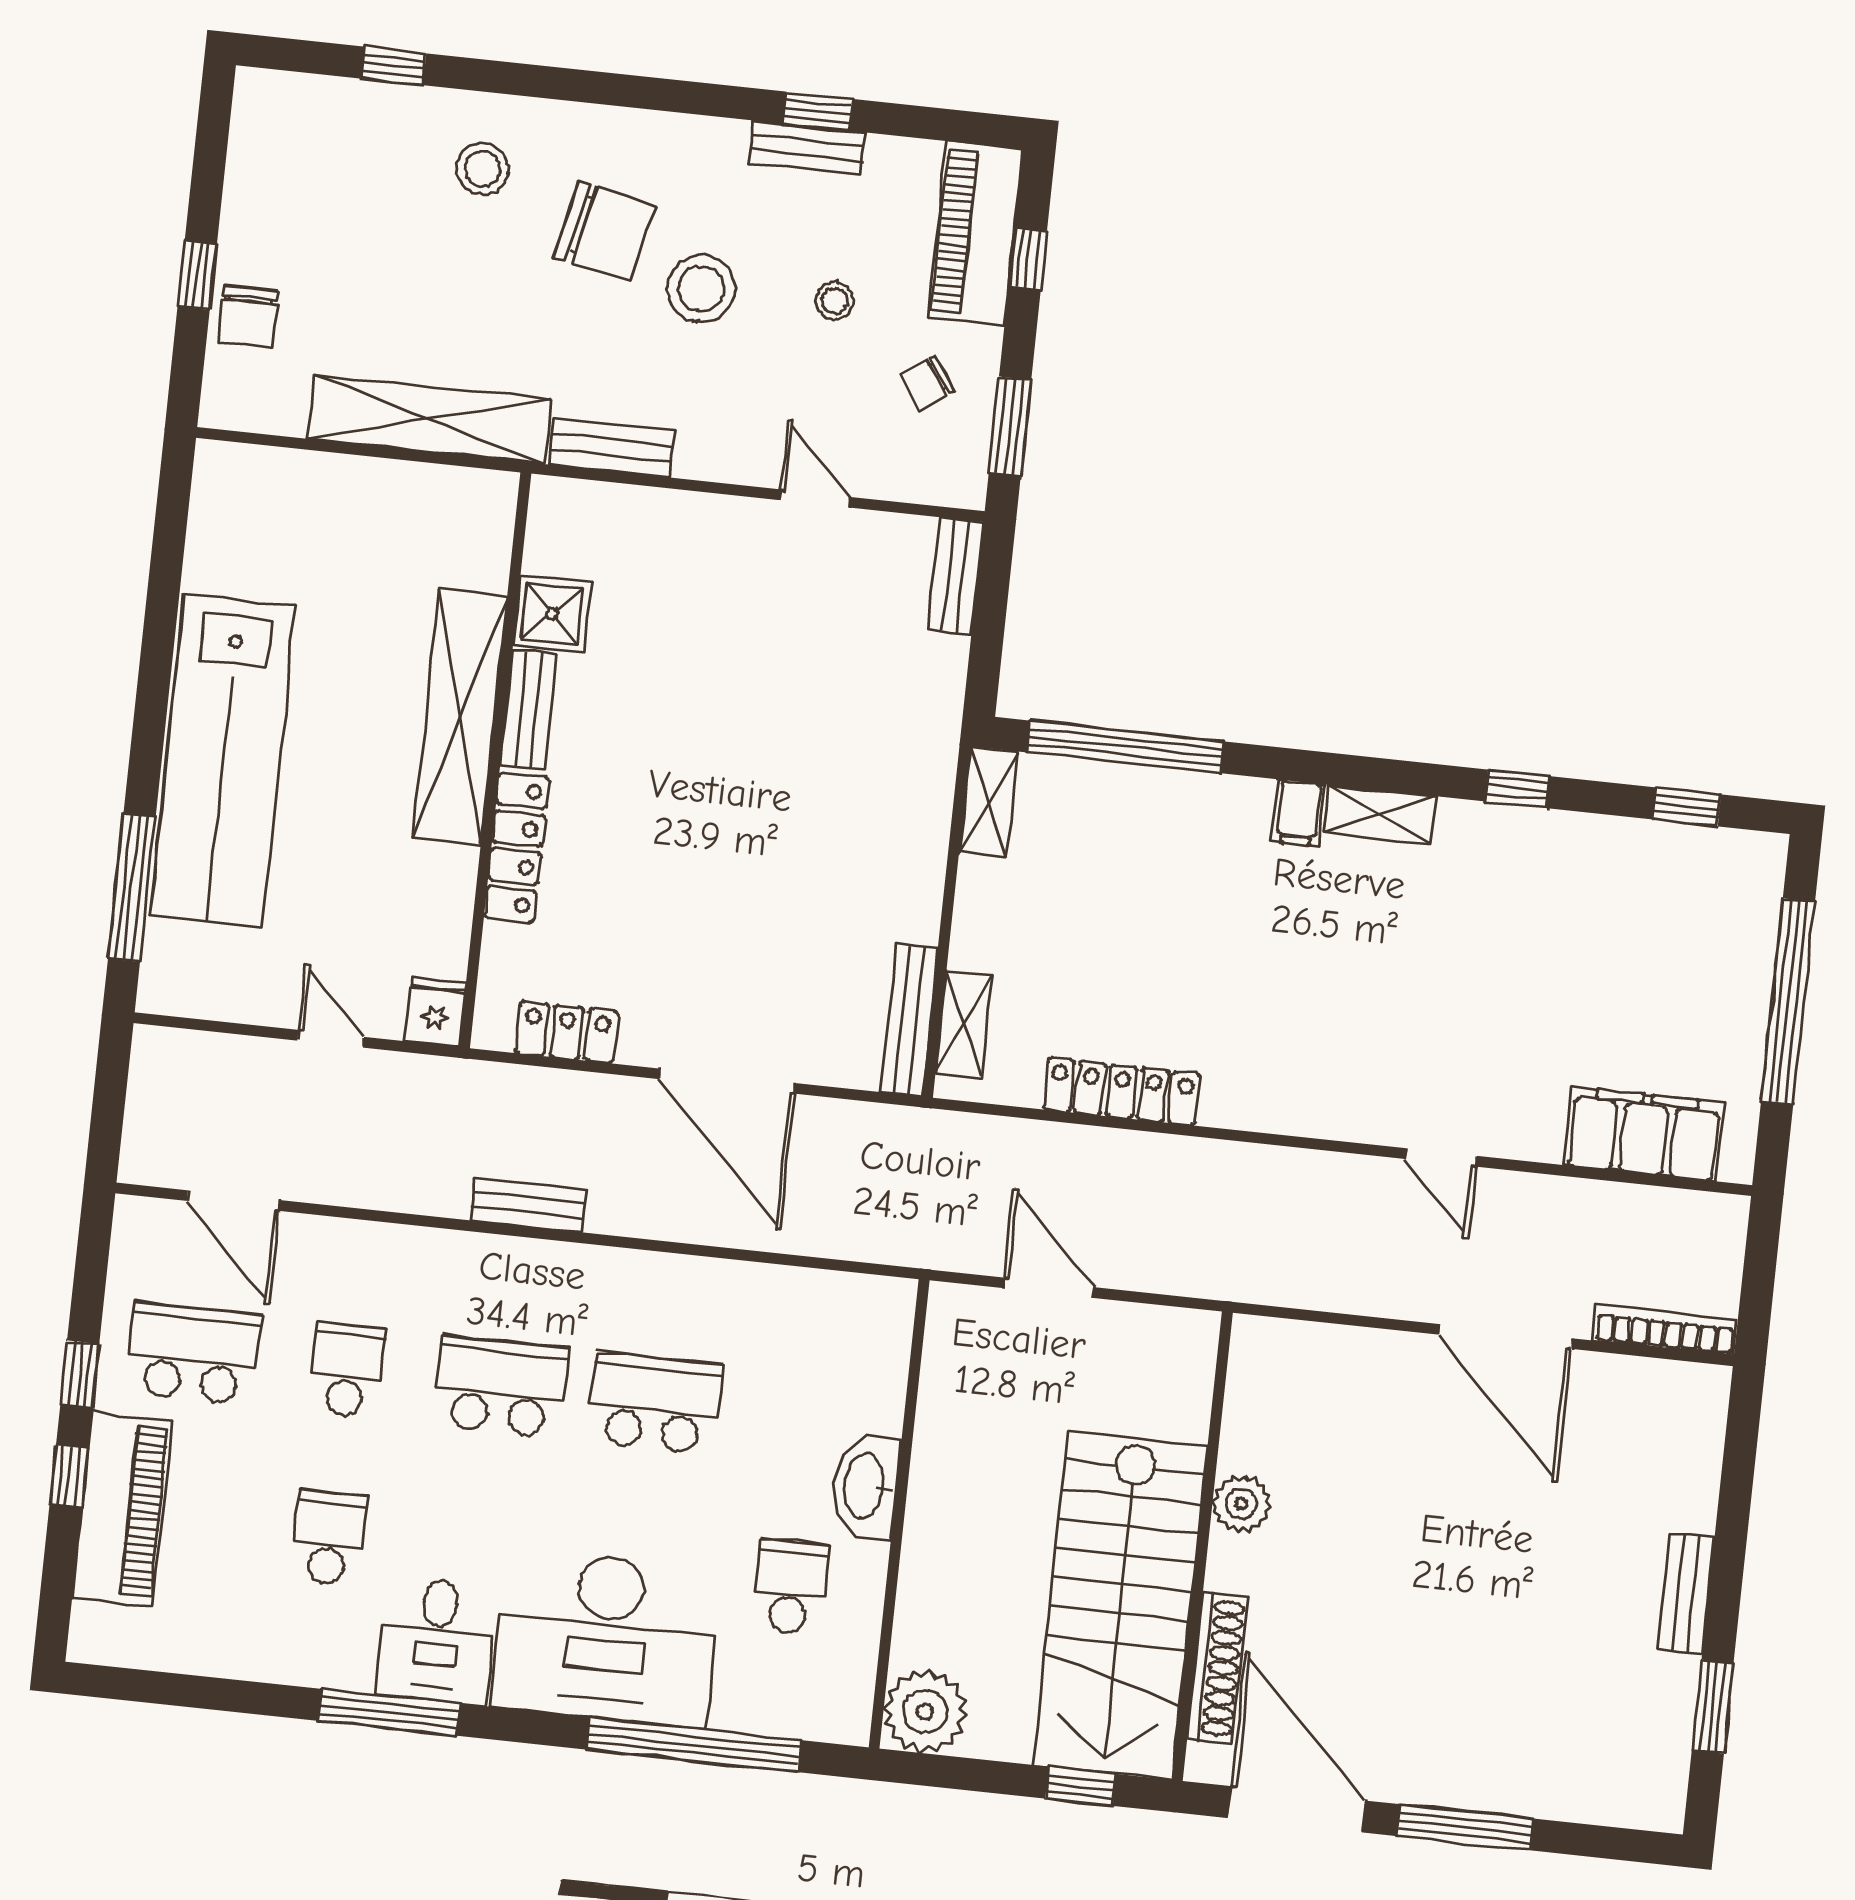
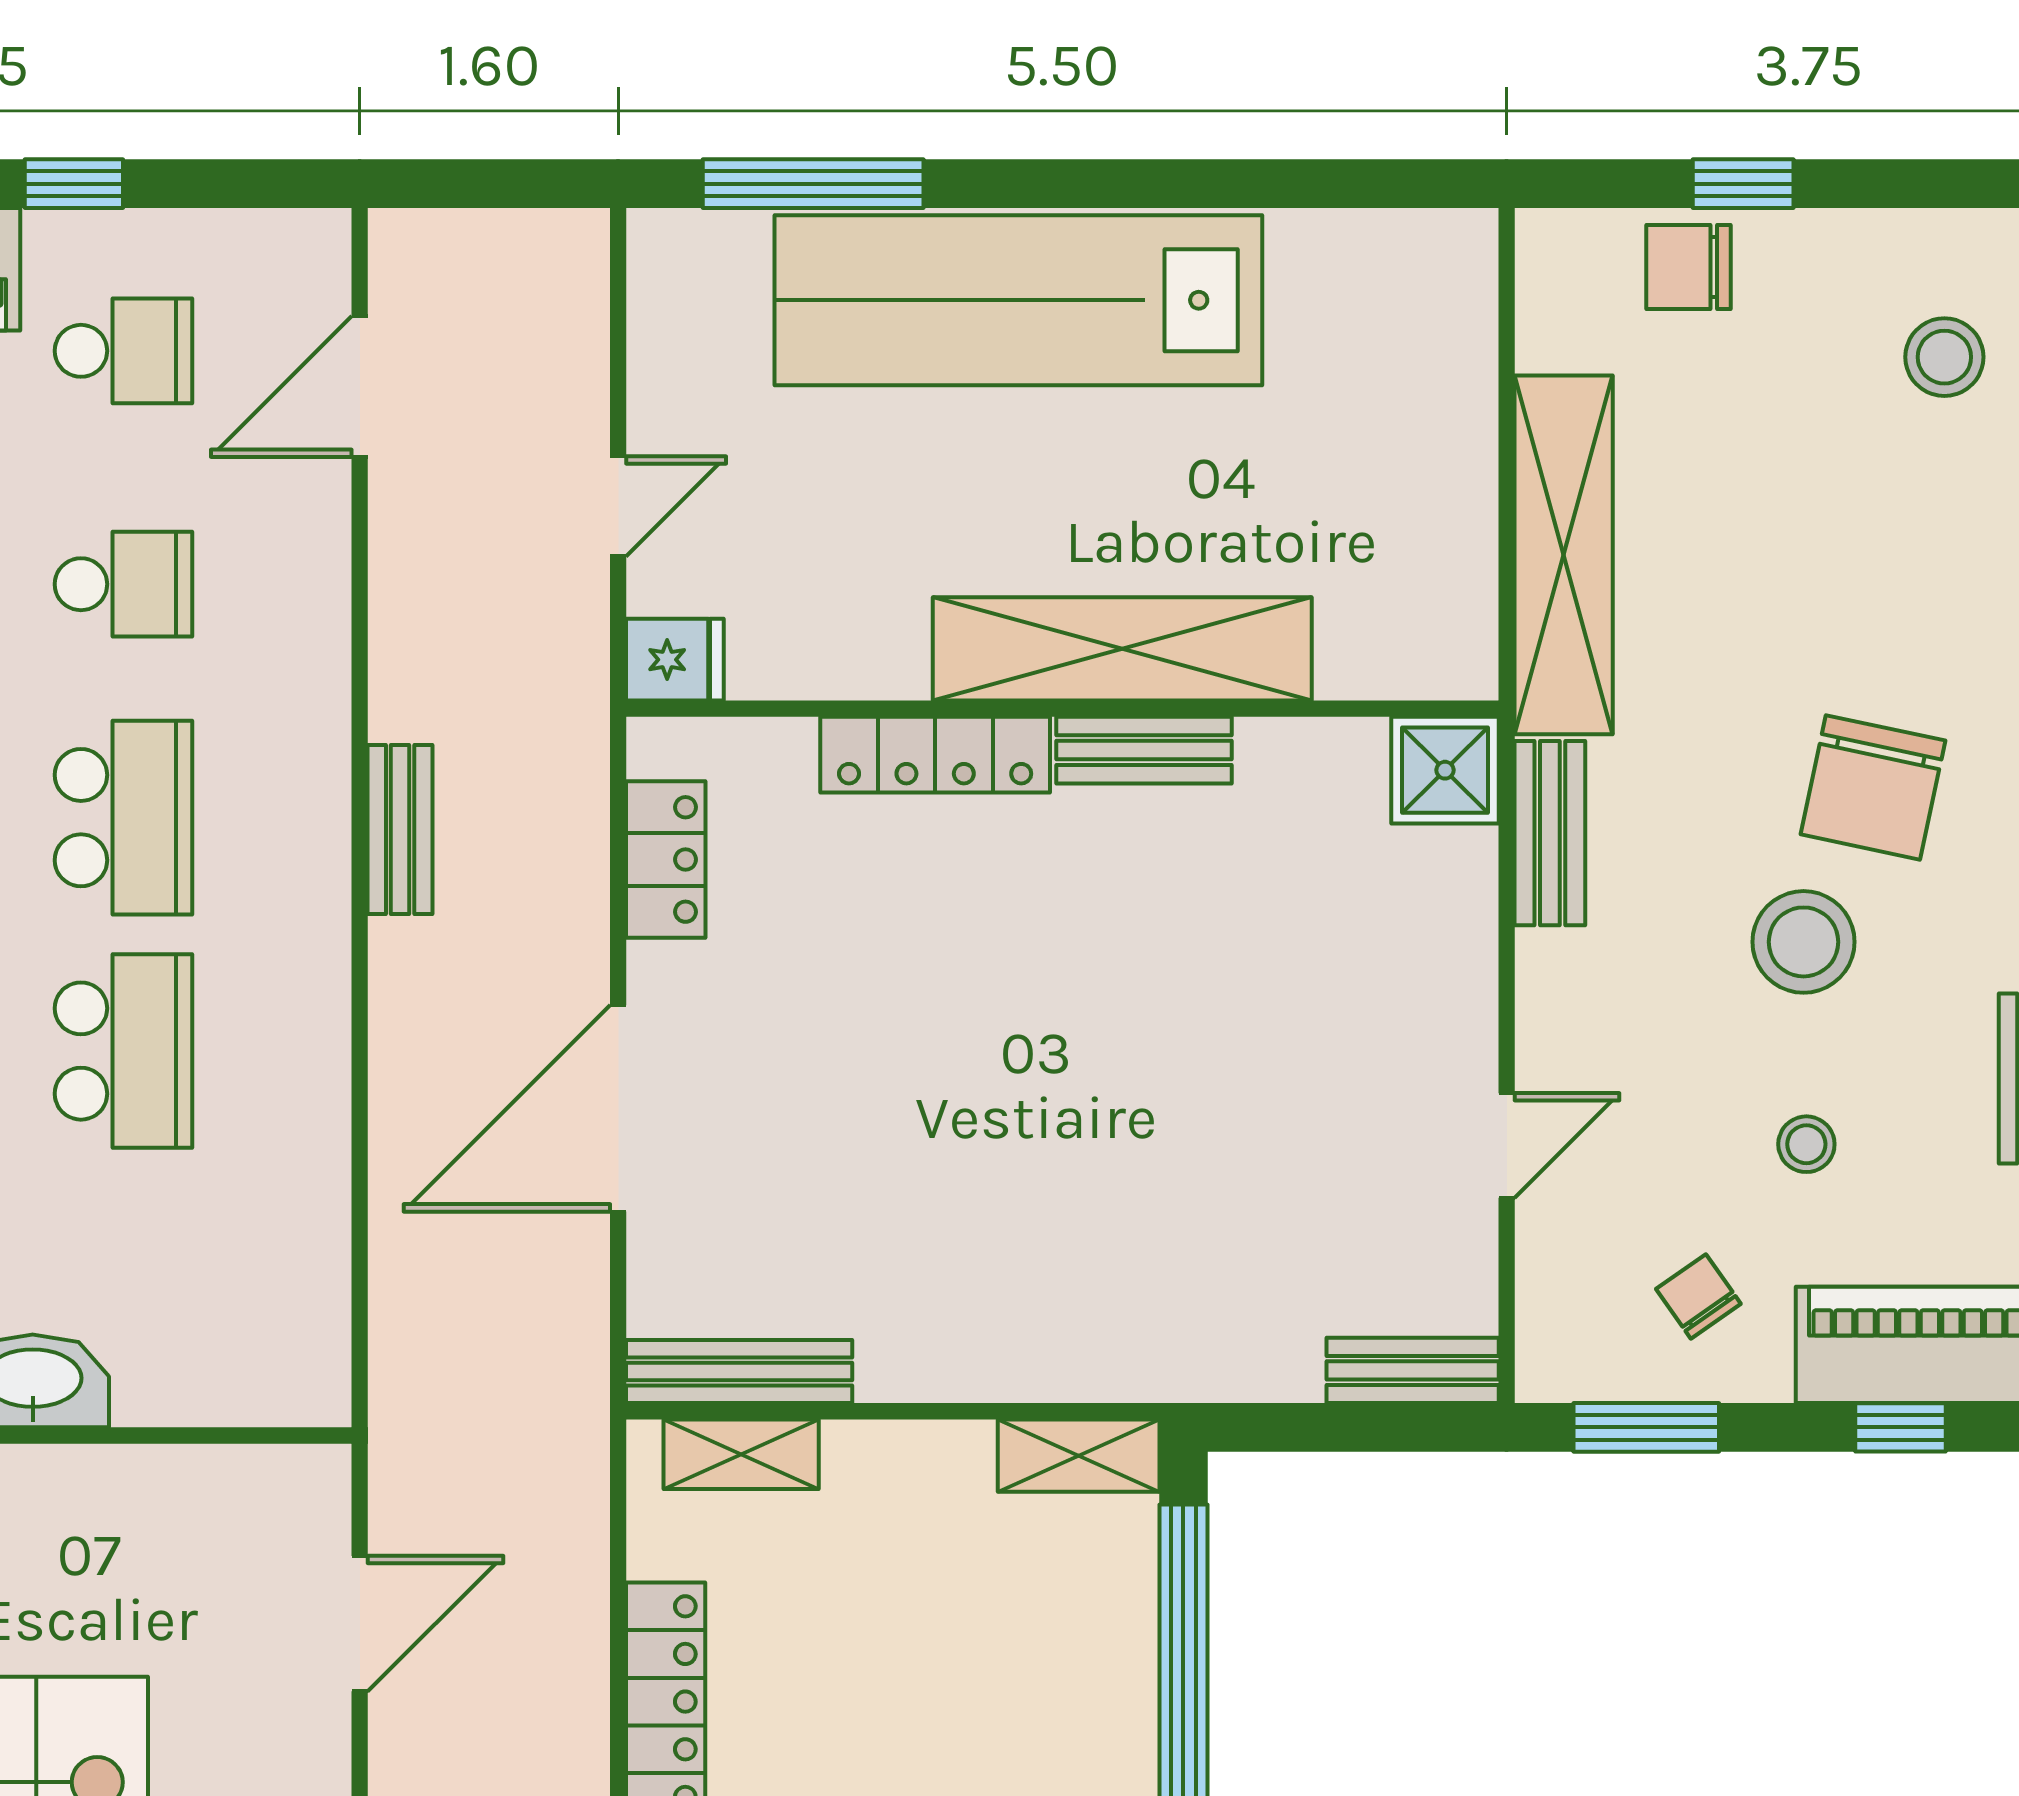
stool: (482, 169) -> (1944, 357), moved
shower: (552, 614) -> (1445, 770), moved
school desk: (193, 1354) -> (124, 351), width x0.54

